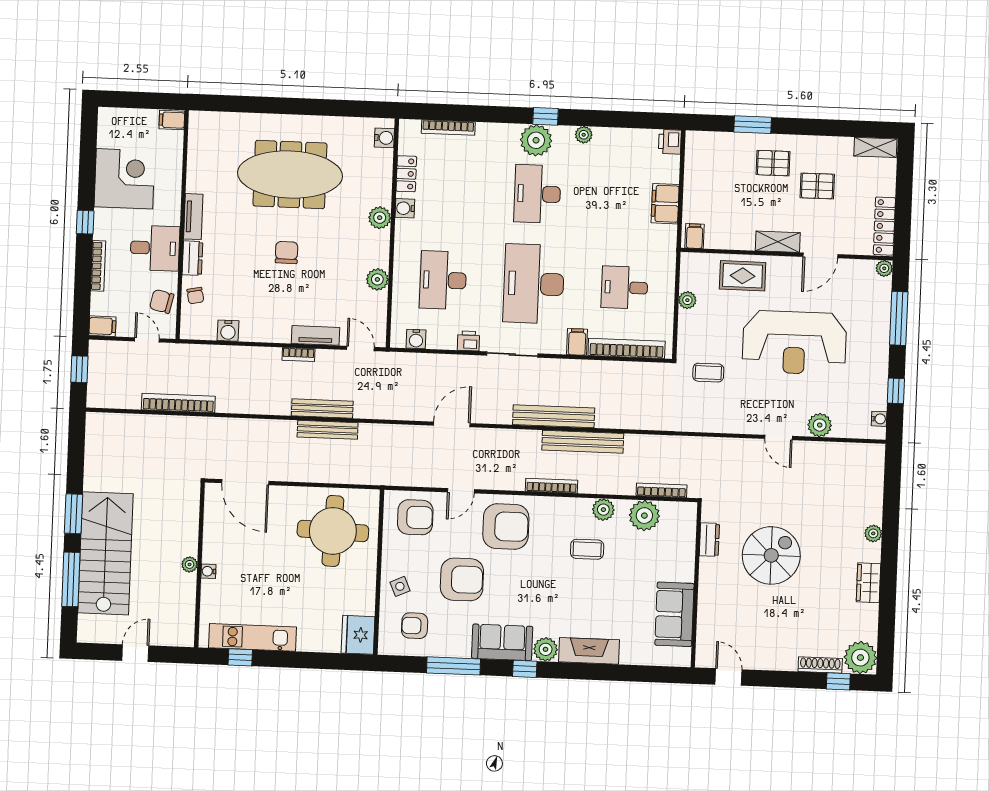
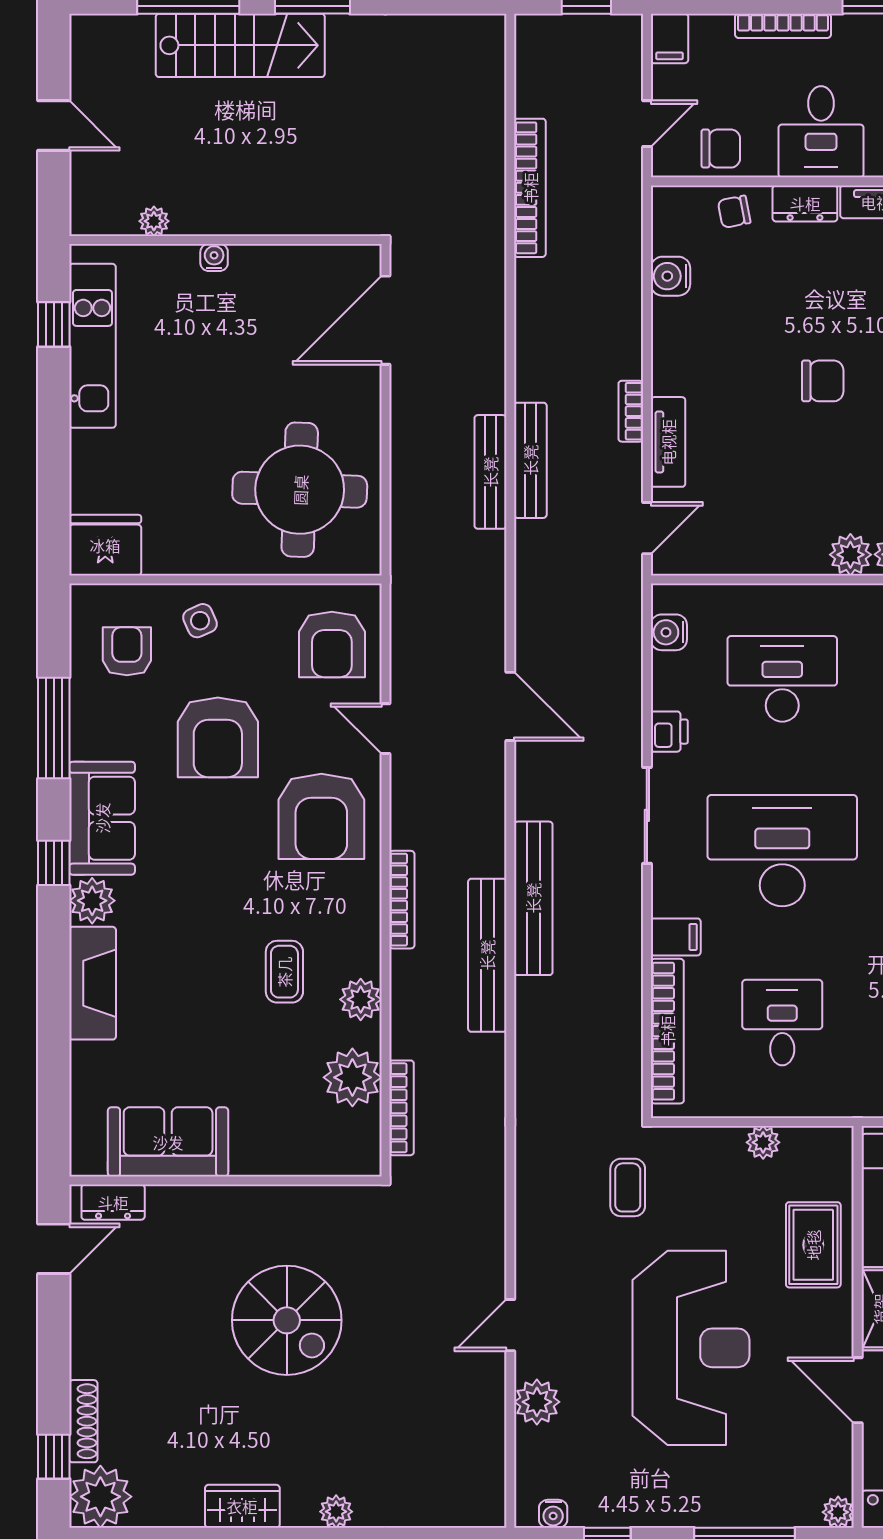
plant: (377, 279) -> (850, 555), moved
chair: (162, 301) -> (721, 149), turned 77
reception desk: (794, 343) -> (691, 1348), turned 180
dresser: (709, 540) -> (113, 1202), moved
stairs: (105, 553) -> (240, 45), width x0.73, depth x0.66
plant: (190, 564) -> (154, 221), moved

